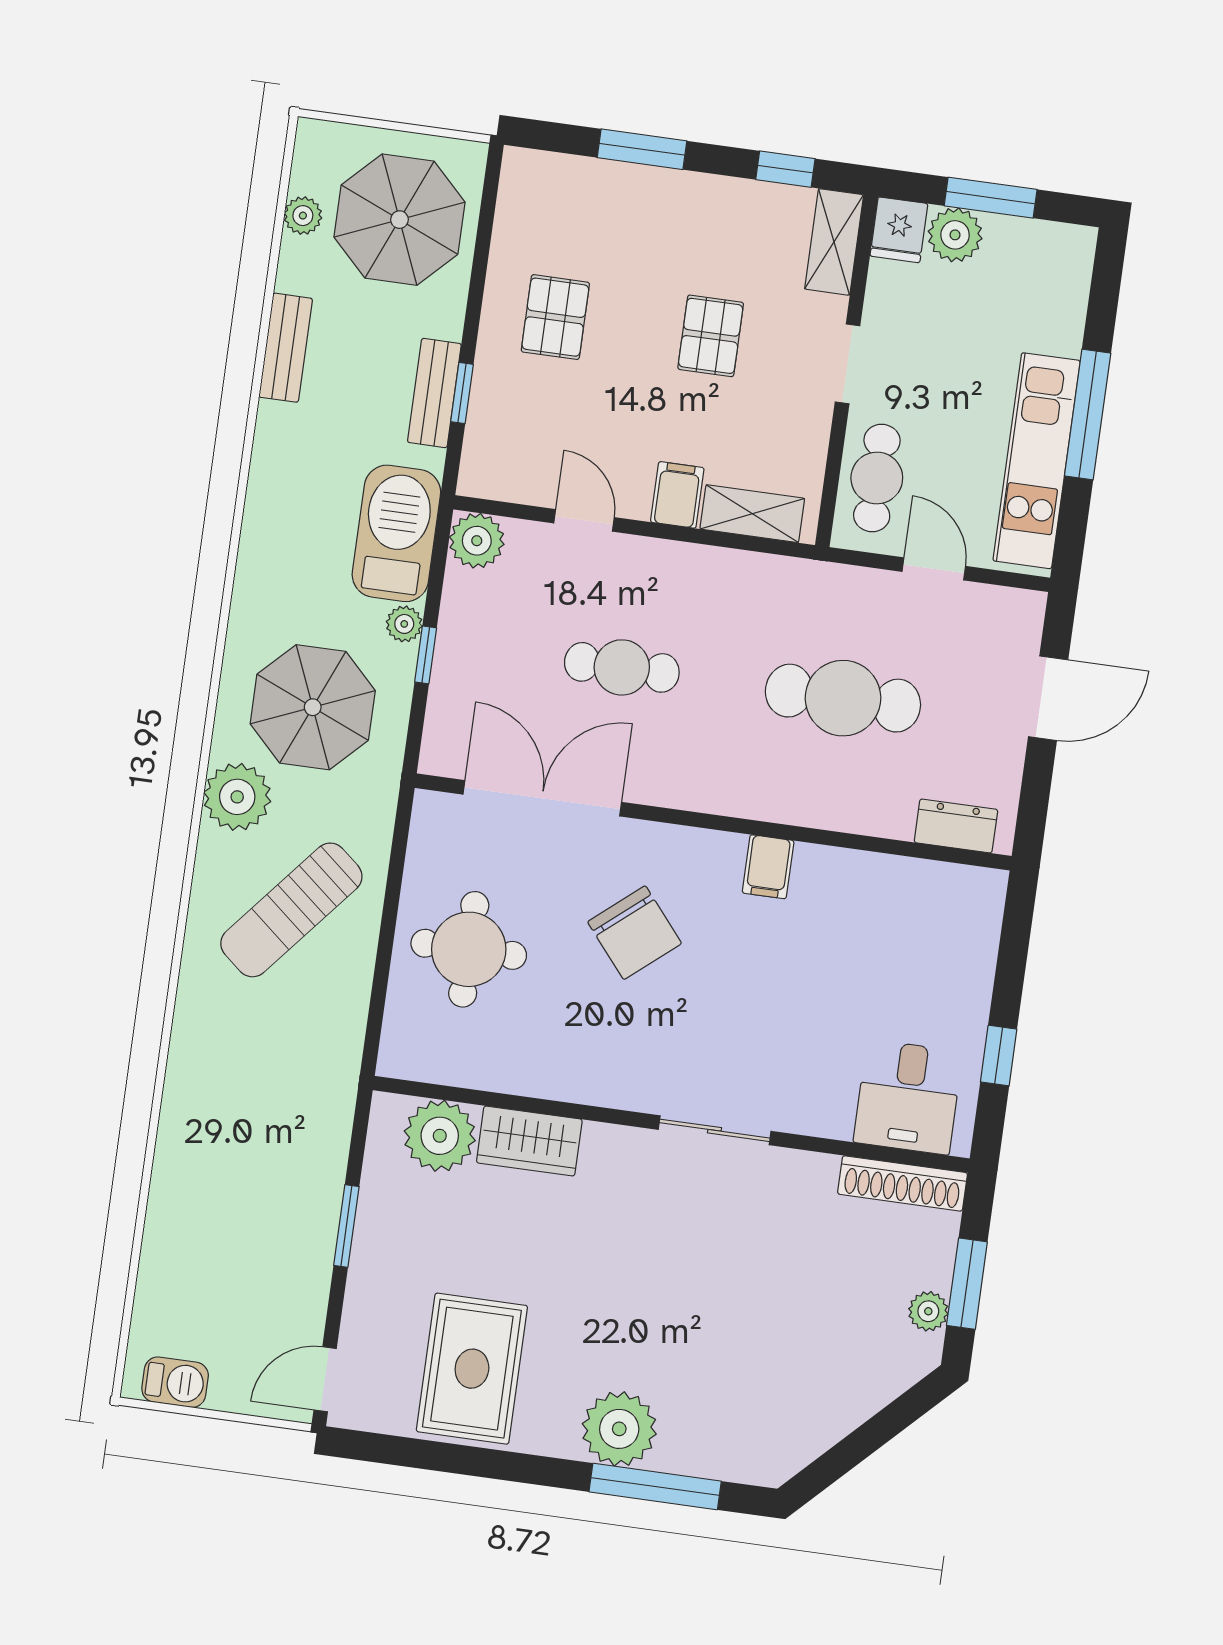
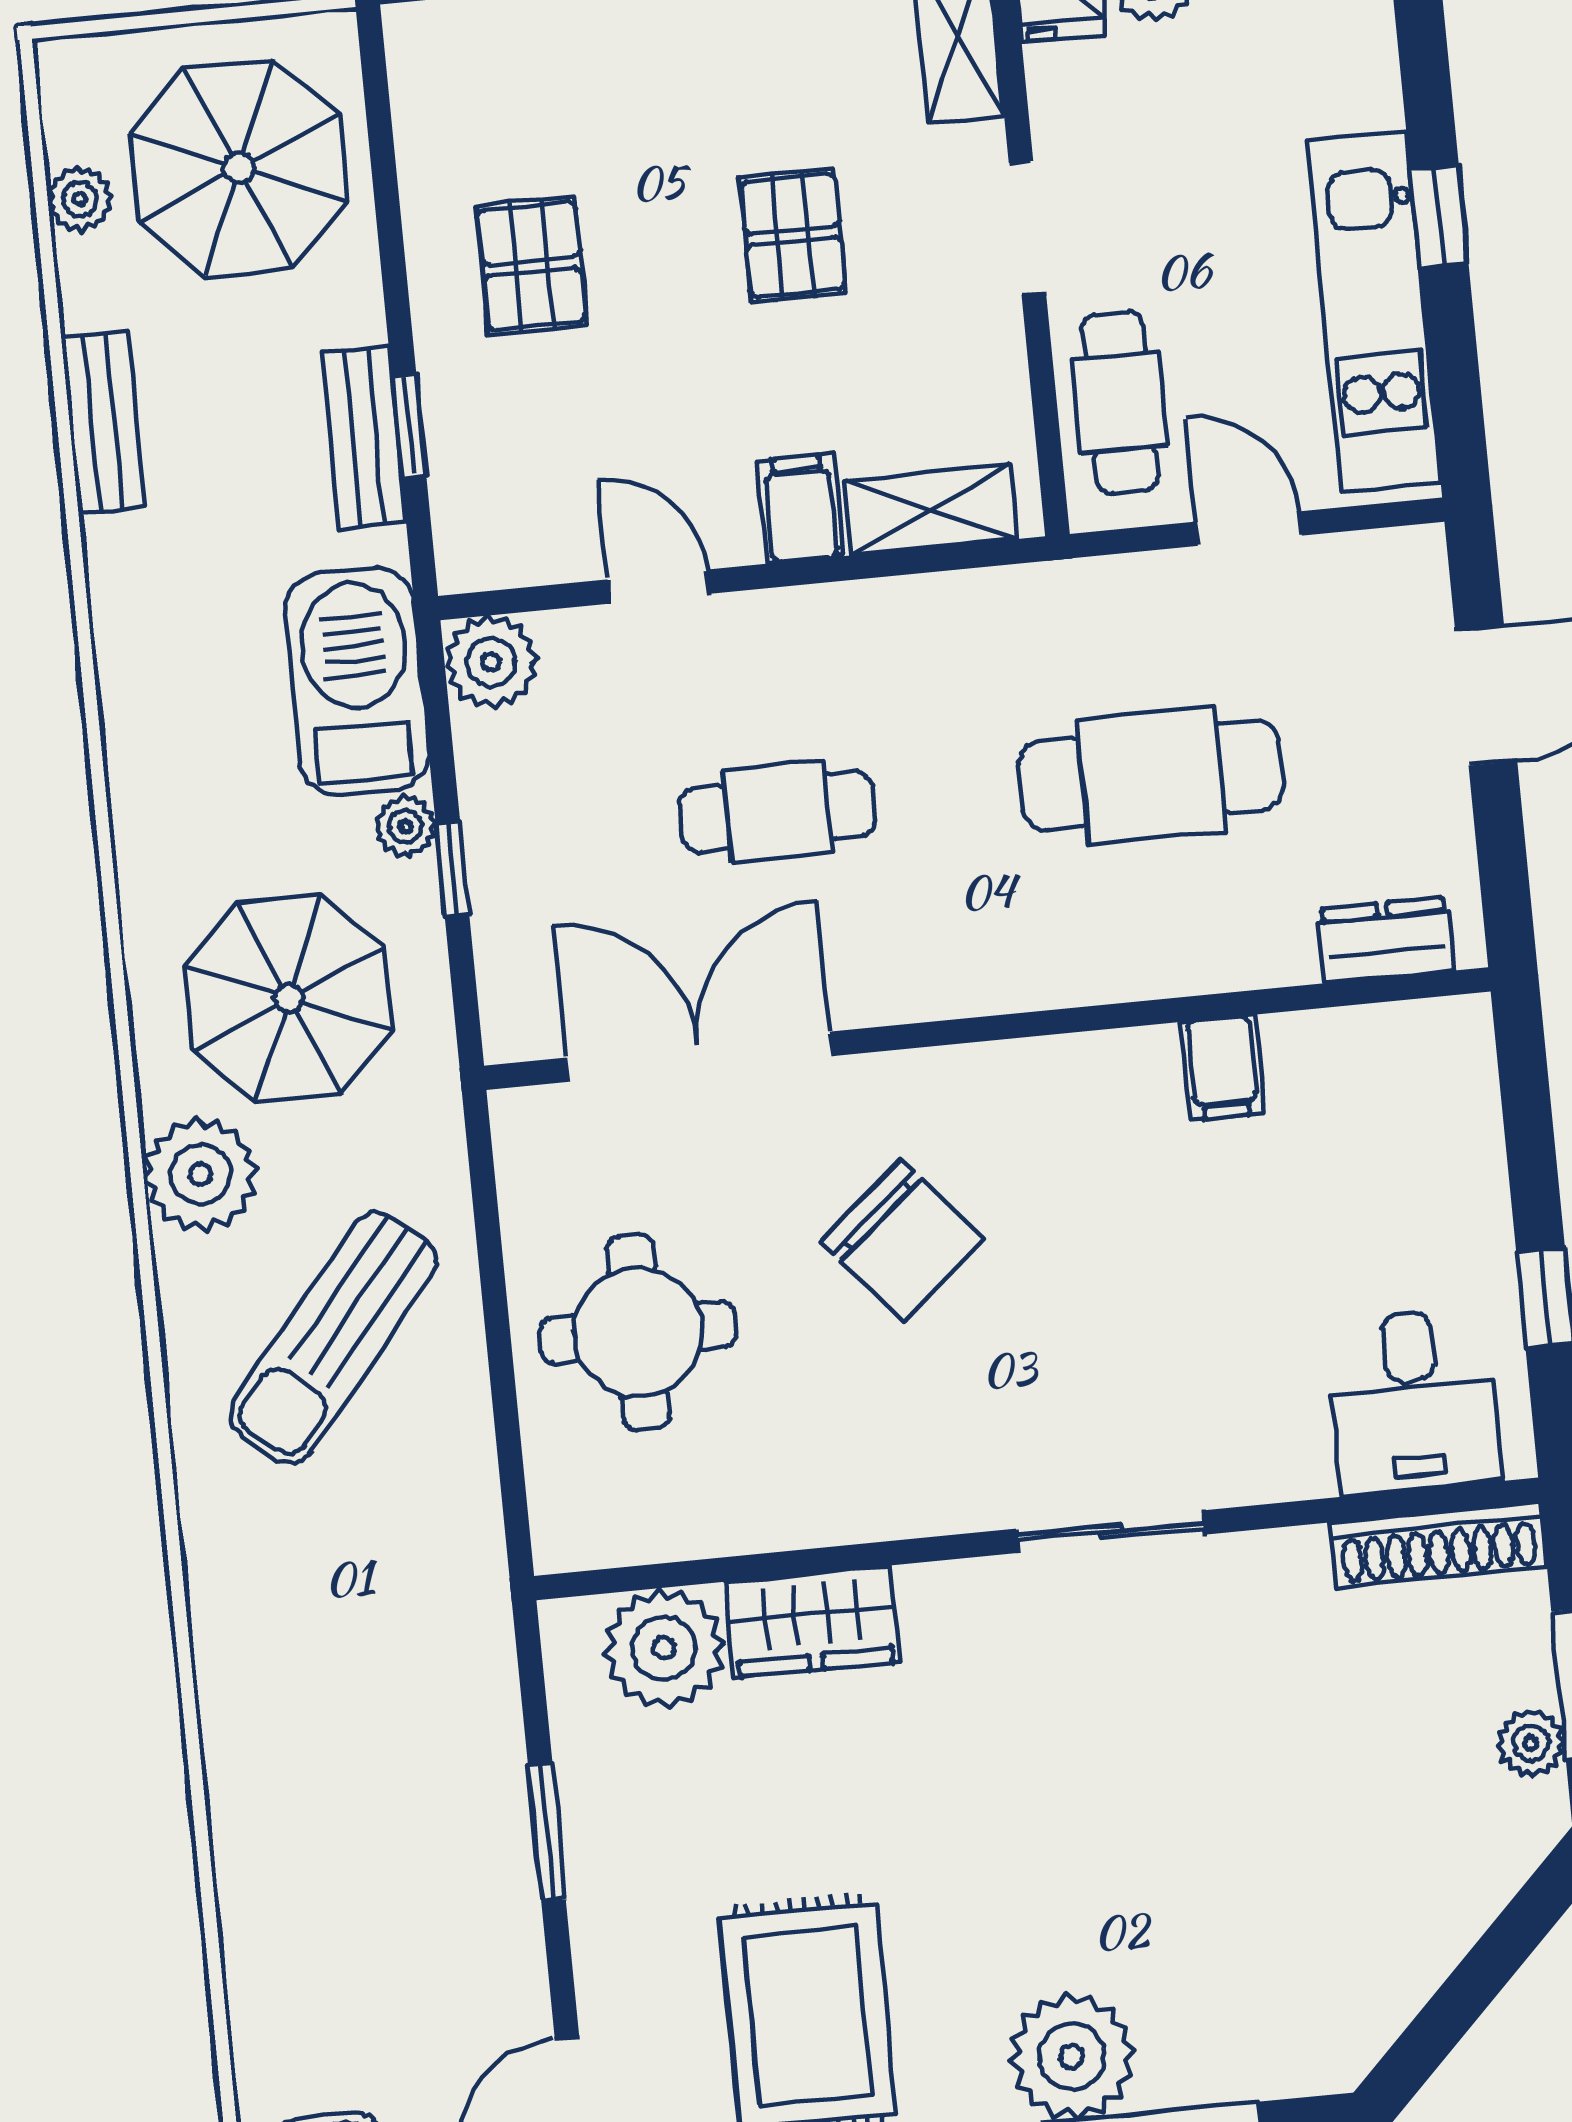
window: (1088, 414) -> (1439, 216), width x0.46
filing cabinet: (768, 867) -> (1223, 1068), moved

